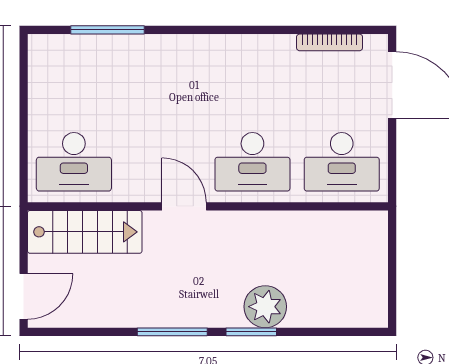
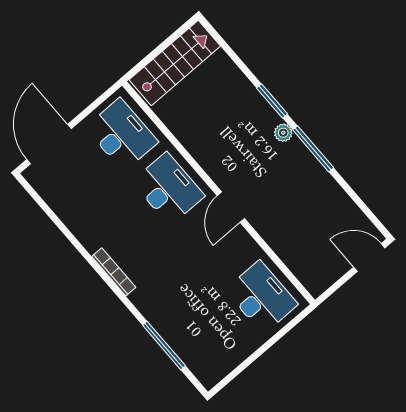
bookcase: (330, 42) -> (114, 272), moved
stairs: (85, 232) -> (175, 63), moved, turned 90
plant: (265, 307) -> (283, 133), moved, width x0.53, depth x0.53

